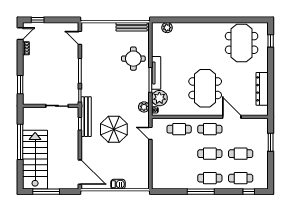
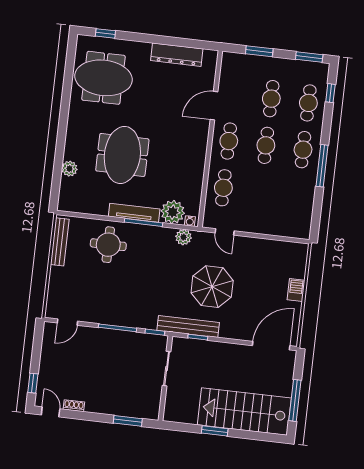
plant: (167, 28) -> (69, 169), moved
meeting table: (205, 88) -> (122, 155), moved, turned 90
door: (150, 133) -> (225, 232), hinge flipped
window: (20, 142) -> (215, 431), width x0.47
window: (271, 175) -> (309, 57), added

